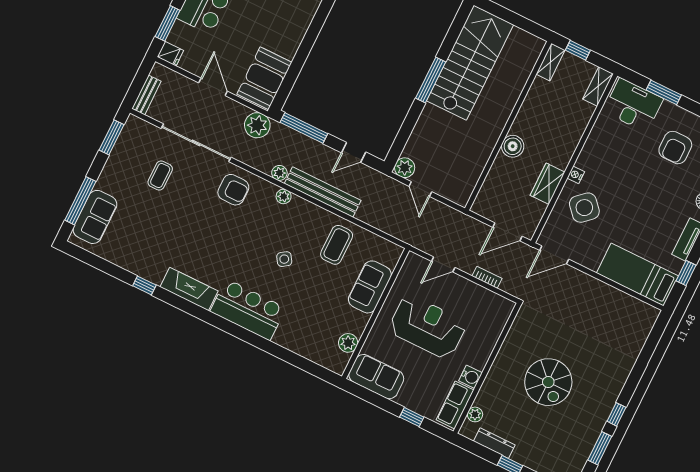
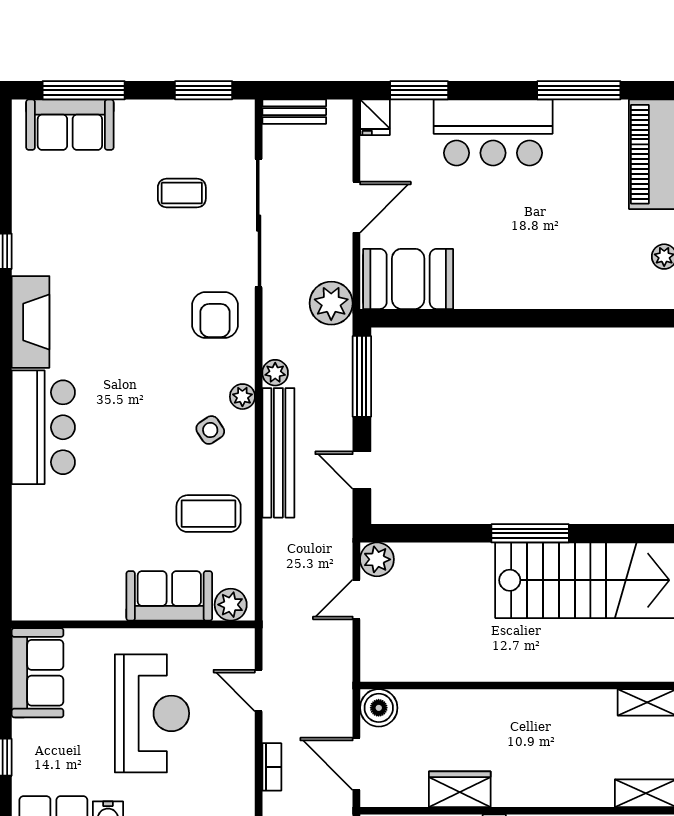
boiler: (513, 146) -> (379, 708), moved
side table: (284, 259) -> (210, 430), moved
plant: (348, 343) -> (231, 605), moved

